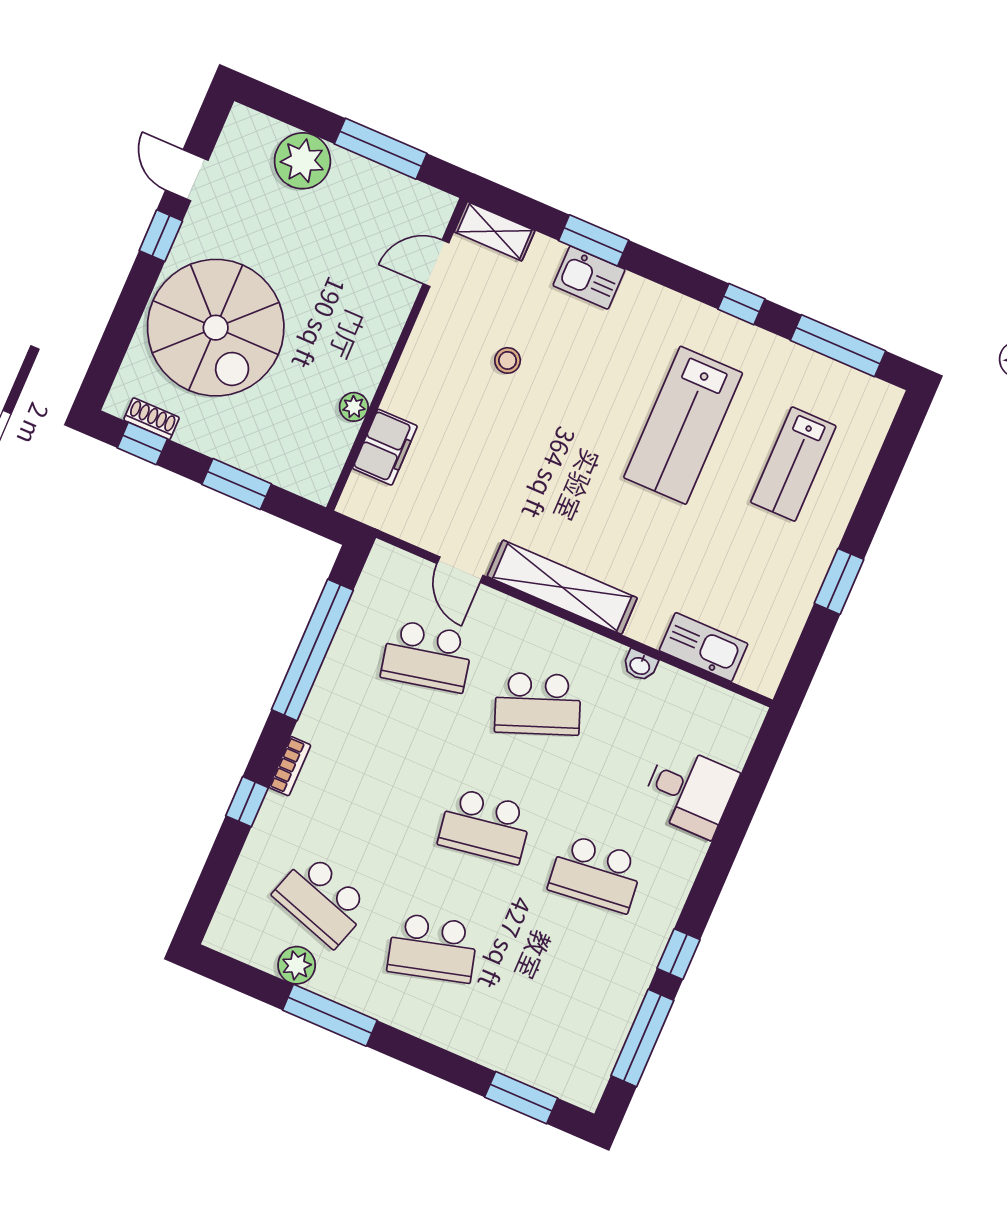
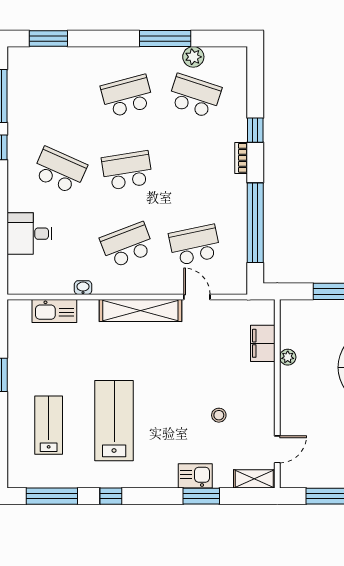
school desk: (596, 874) -> (60, 170), turned 30

